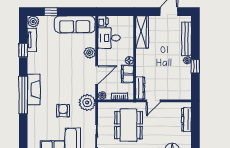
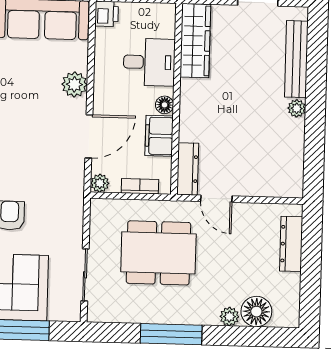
desk: (109, 38) -> (149, 62), moved, turned 180
window: (195, 66) -> (315, 123), removed
door: (153, 101) -> (216, 199), hinge flipped
plant: (87, 103) -> (65, 198), removed
dining table: (129, 125) -> (158, 253), turned 90

